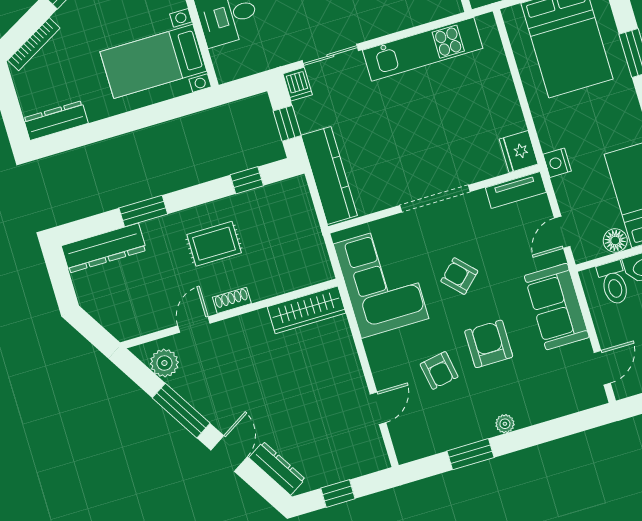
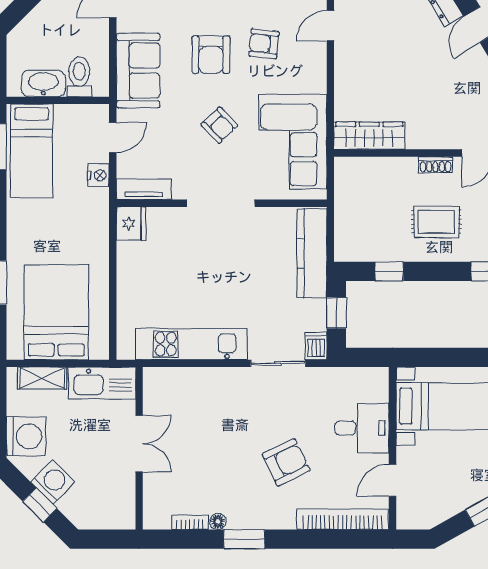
nightstand: (557, 163) -> (98, 175), moved
floor lamp: (615, 241) -> (66, 115), removed
armchair: (439, 370) -> (264, 44), turned -74

